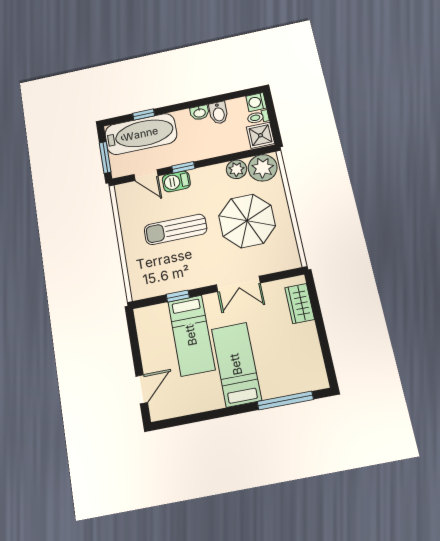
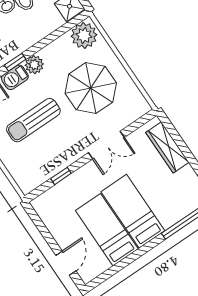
plant: (236, 169) -> (34, 65), moved
wardrobe: (300, 303) -> (167, 147), width x1.50
bed: (191, 335) -> (107, 230), moved, turned 180

